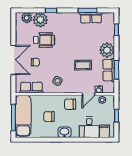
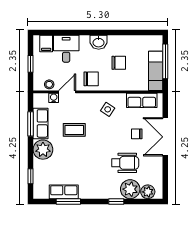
wheelchair: (44, 40) -> (125, 163), turned 180
exam couch: (23, 116) -> (156, 71), width x0.73, depth x0.69

